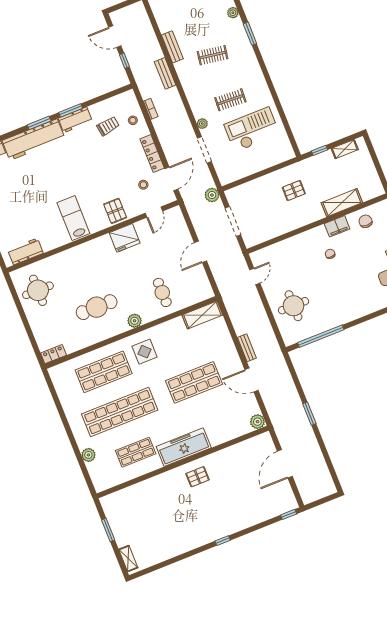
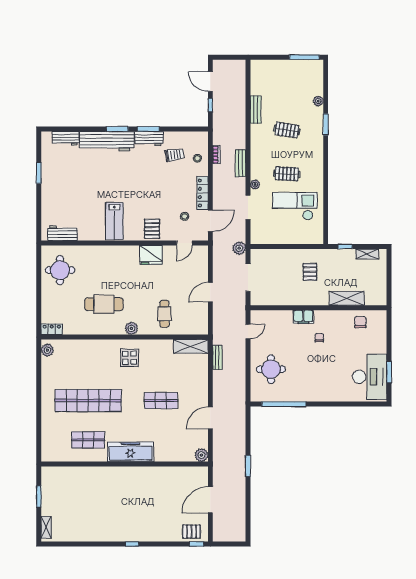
bench: (165, 73) -> (240, 163), moved
pallet: (294, 191) -> (310, 272), turned 90
lab bench: (73, 218) -> (114, 221), turned 180
filing cabinet: (337, 226) -> (303, 317), moved
bench: (247, 348) -> (217, 357), moved
shop shelf: (104, 372) -> (88, 361), removed
door: (251, 380) -> (210, 418), hinge flipped
shop shelf: (194, 382) -> (161, 401), width x0.70, depth x0.74
plant: (88, 455) -> (47, 350), moved
pallet: (197, 477) -> (192, 532), moved

